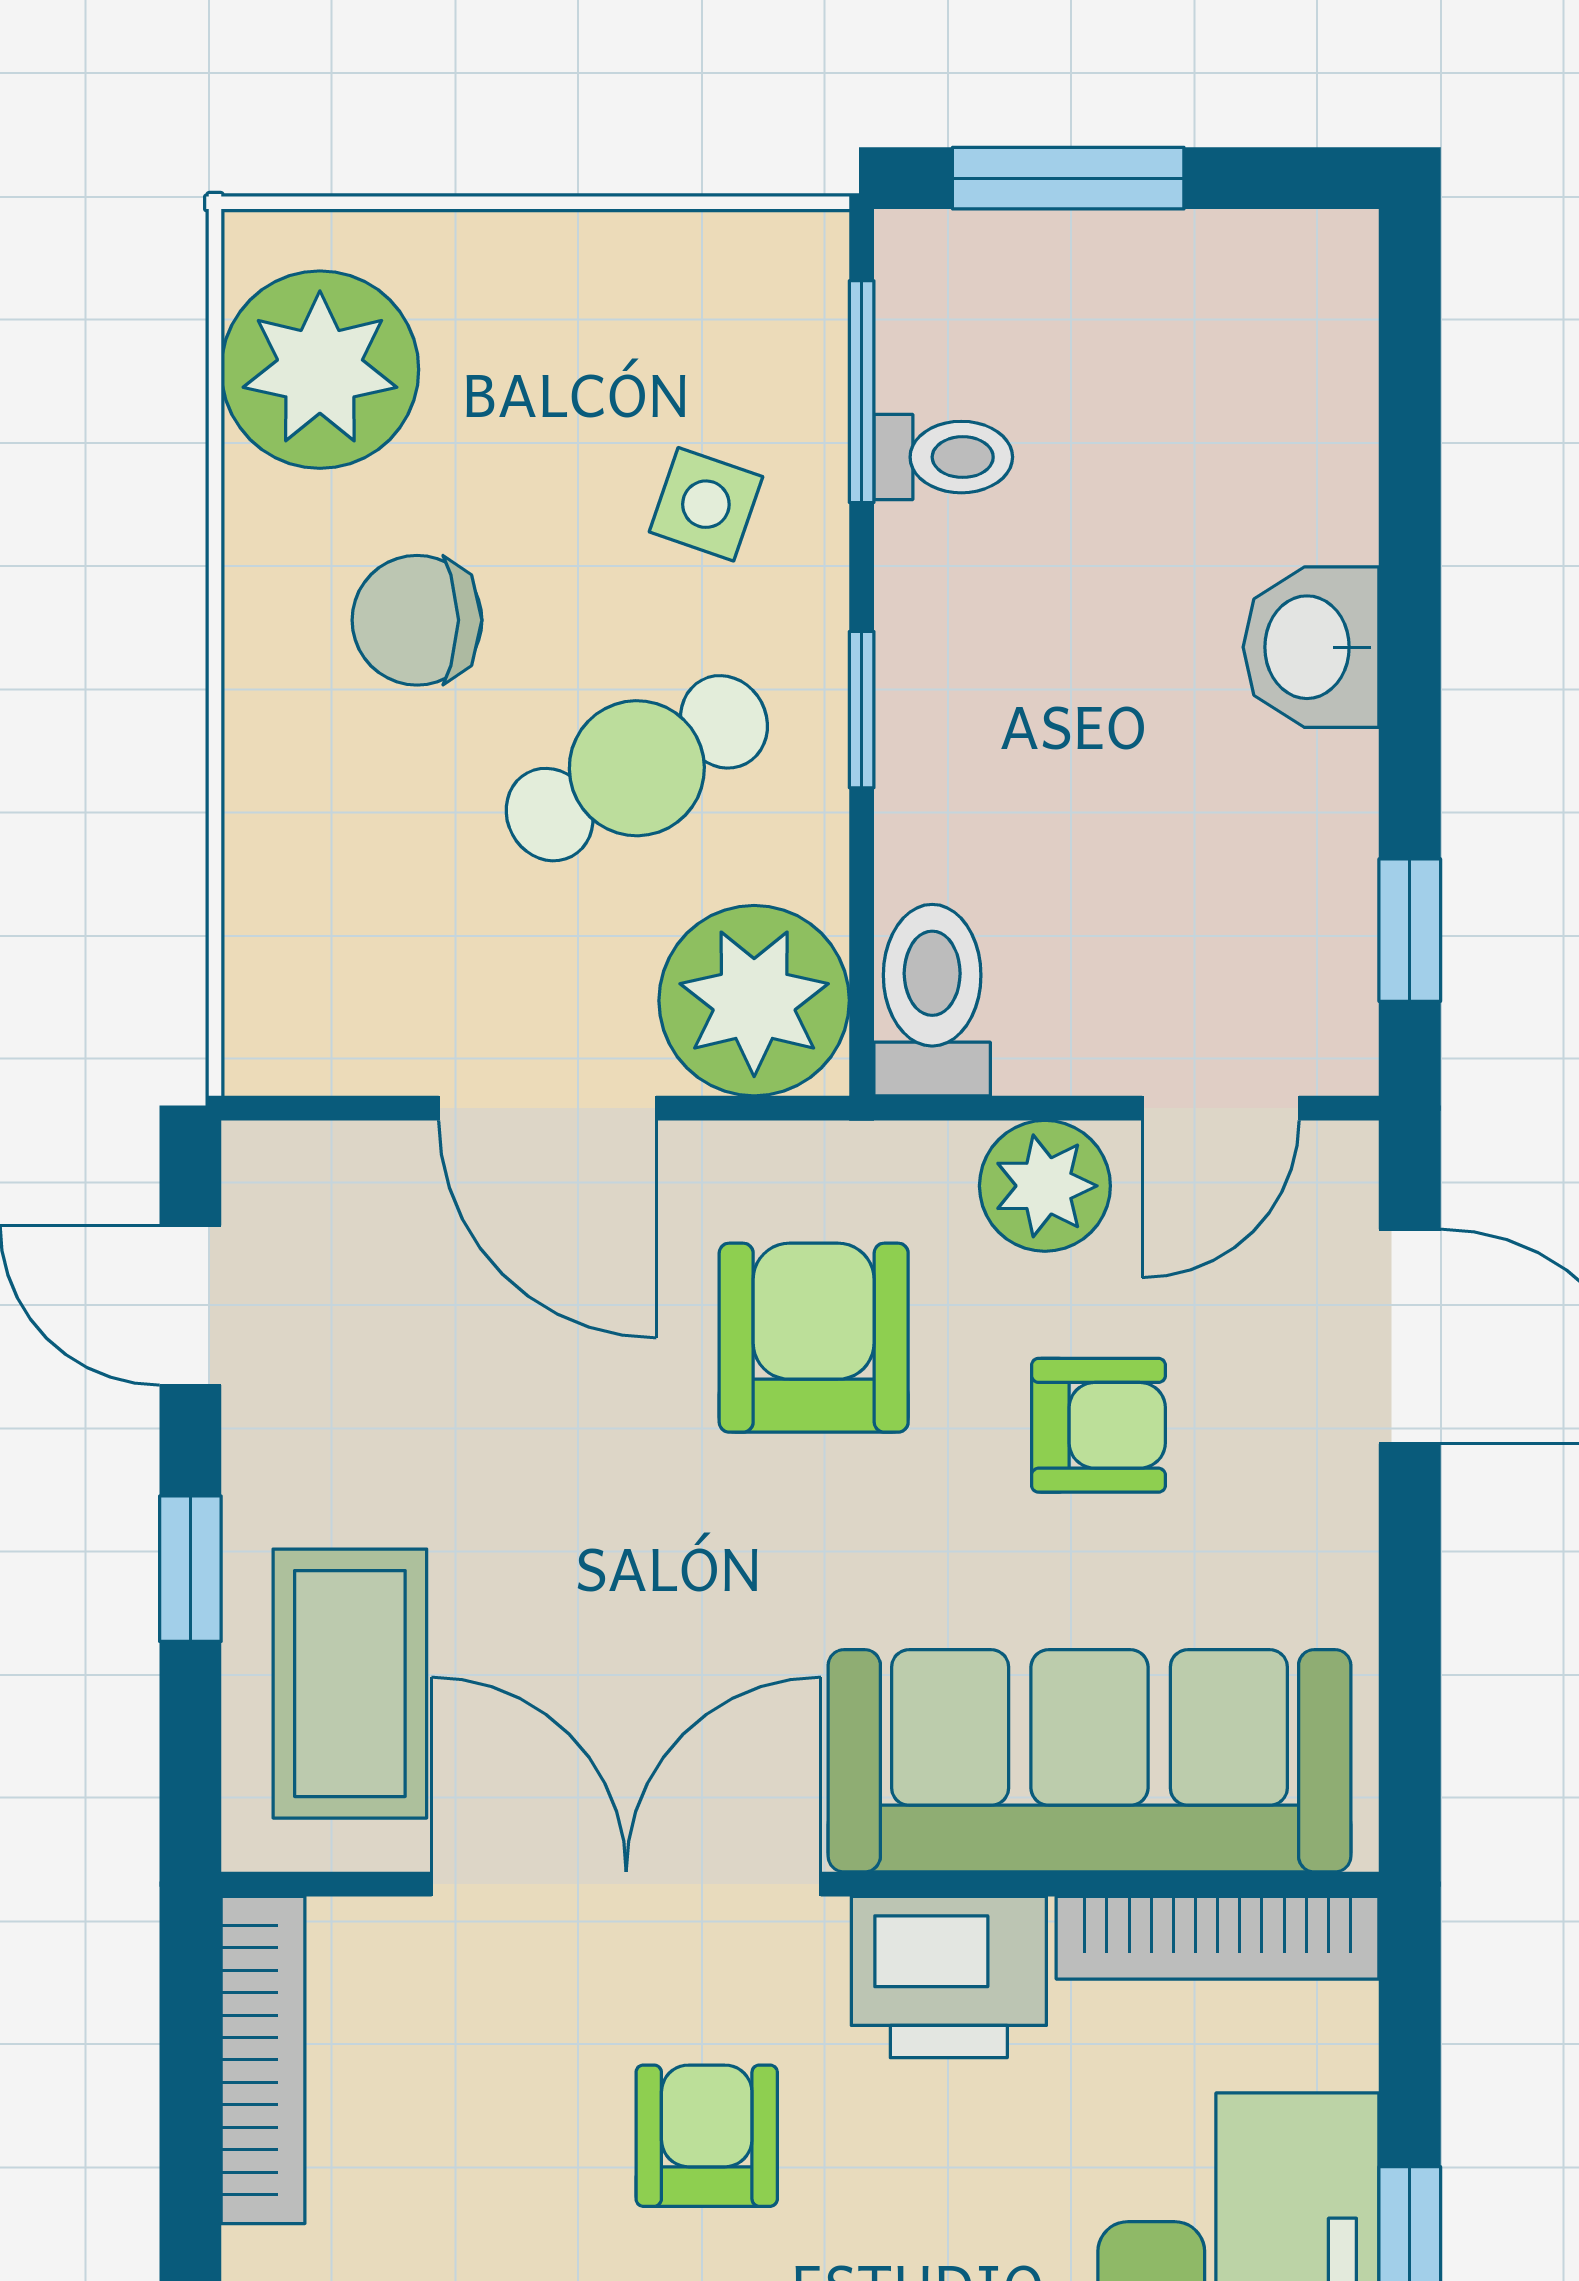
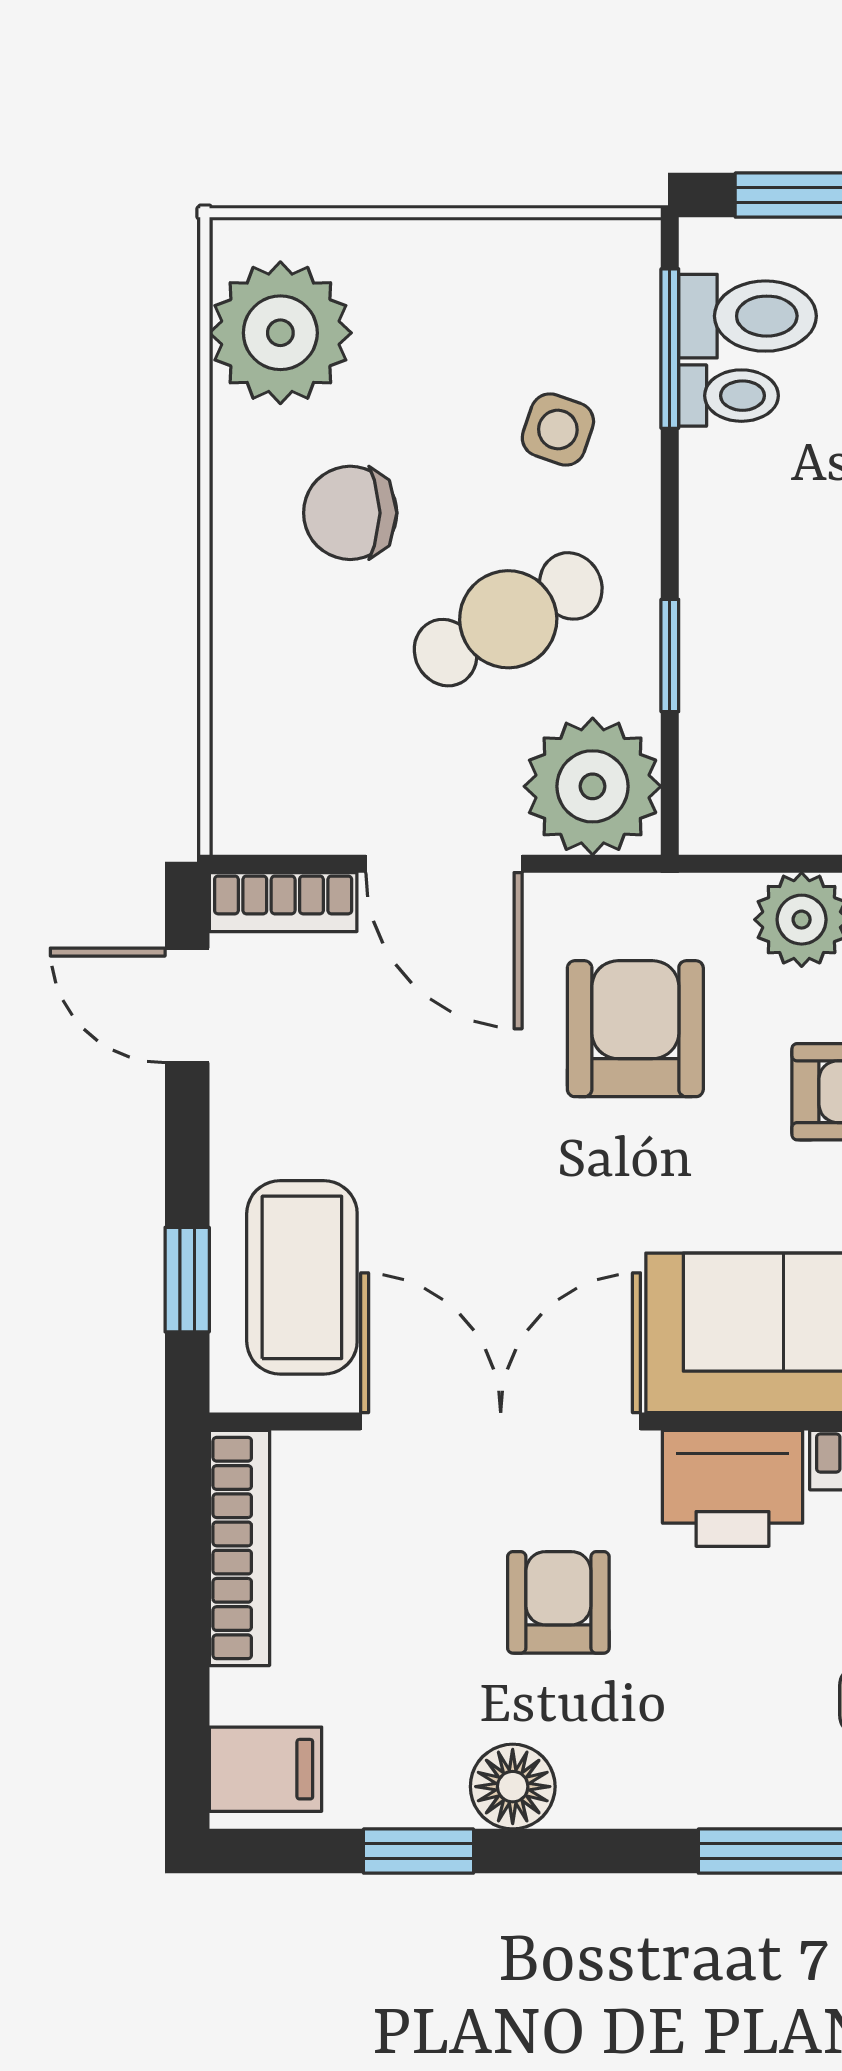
window: (862, 710) -> (670, 655), moved
toilet: (932, 1000) -> (748, 316), moved, turned 90
bookcase: (324, 1161) -> (283, 902), added
window: (190, 1569) -> (187, 1280), moved

